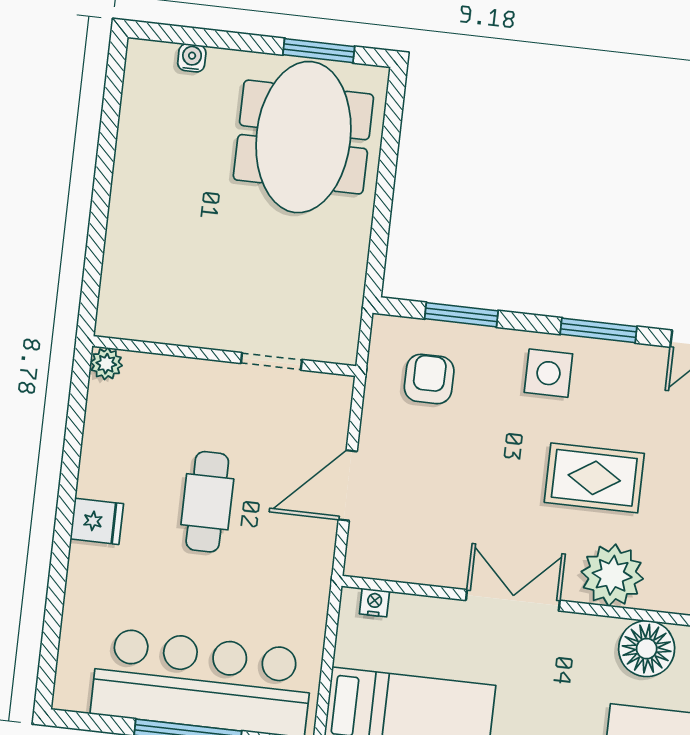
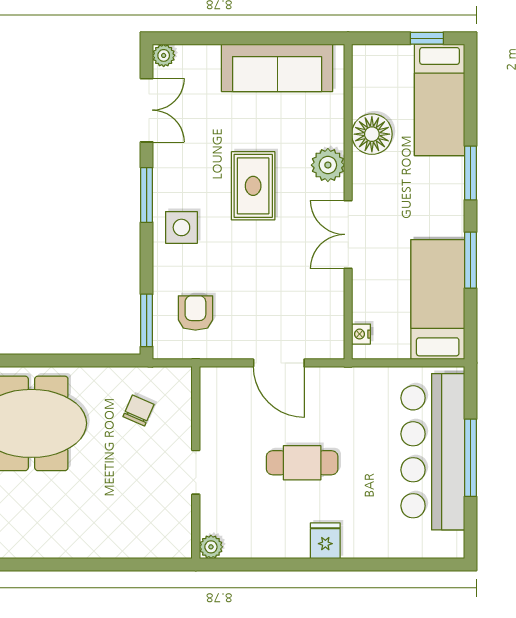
chair: (304, 286) -> (139, 411), added
window: (461, 315) -> (147, 320), moved
doorway: (271, 361) -> (196, 472), moved
armchair: (429, 379) -> (195, 313), turned 90
plant: (612, 575) -> (328, 165), width x0.73, depth x0.73

